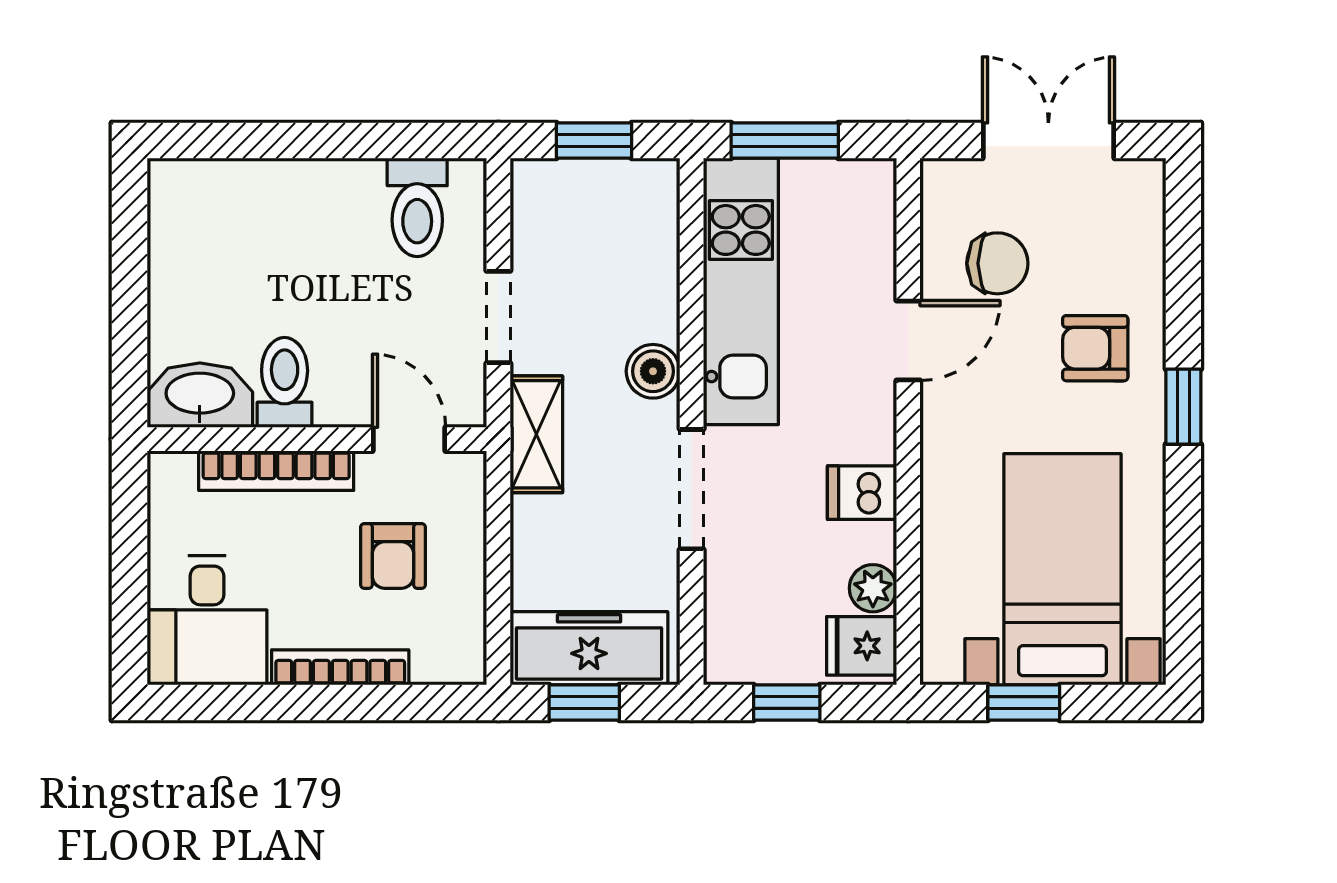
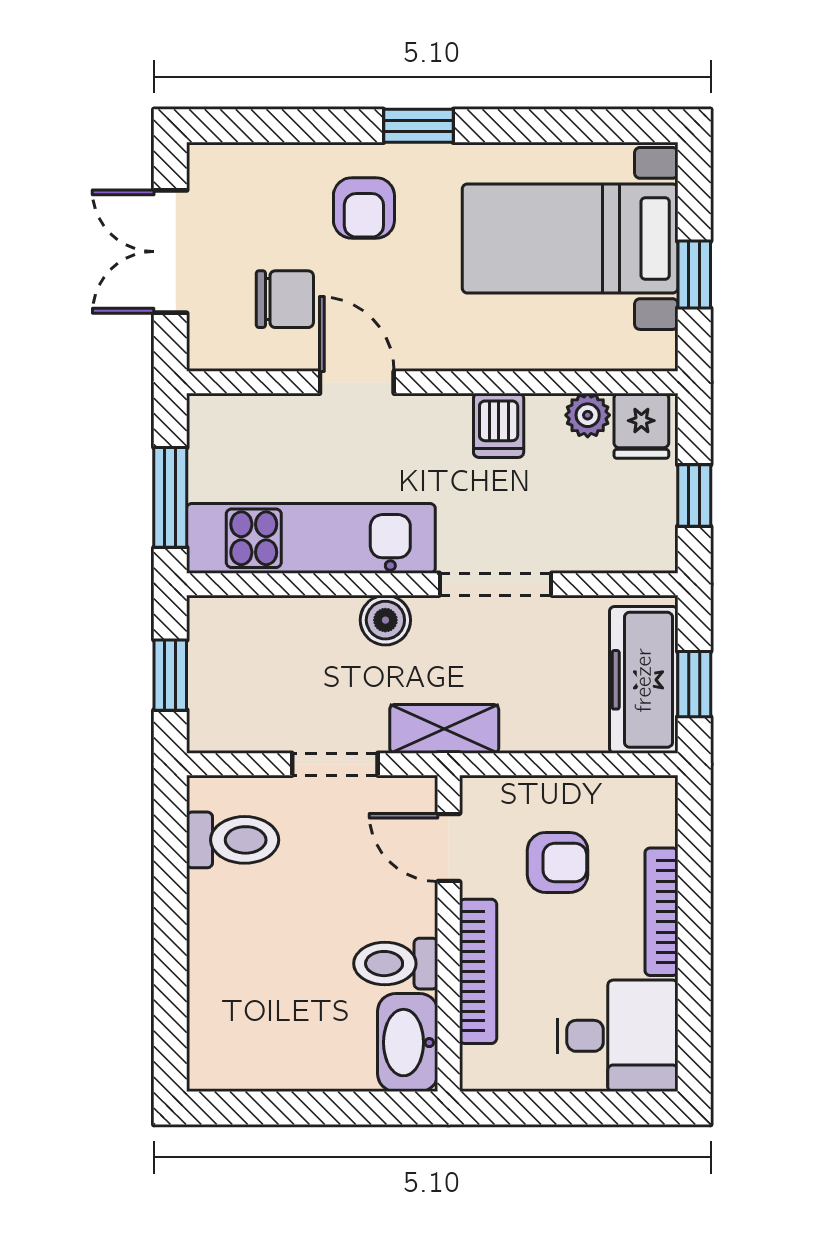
chair: (997, 263) -> (285, 299), turned 90
door: (409, 439) -> (449, 848), hinge flipped

